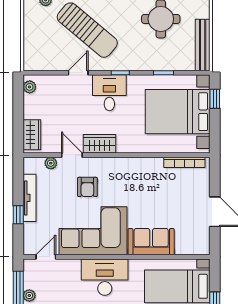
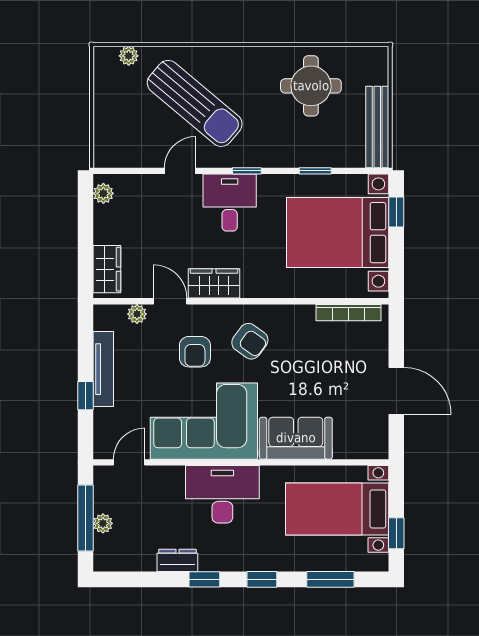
armchair: (122, 180) -> (250, 341), added

